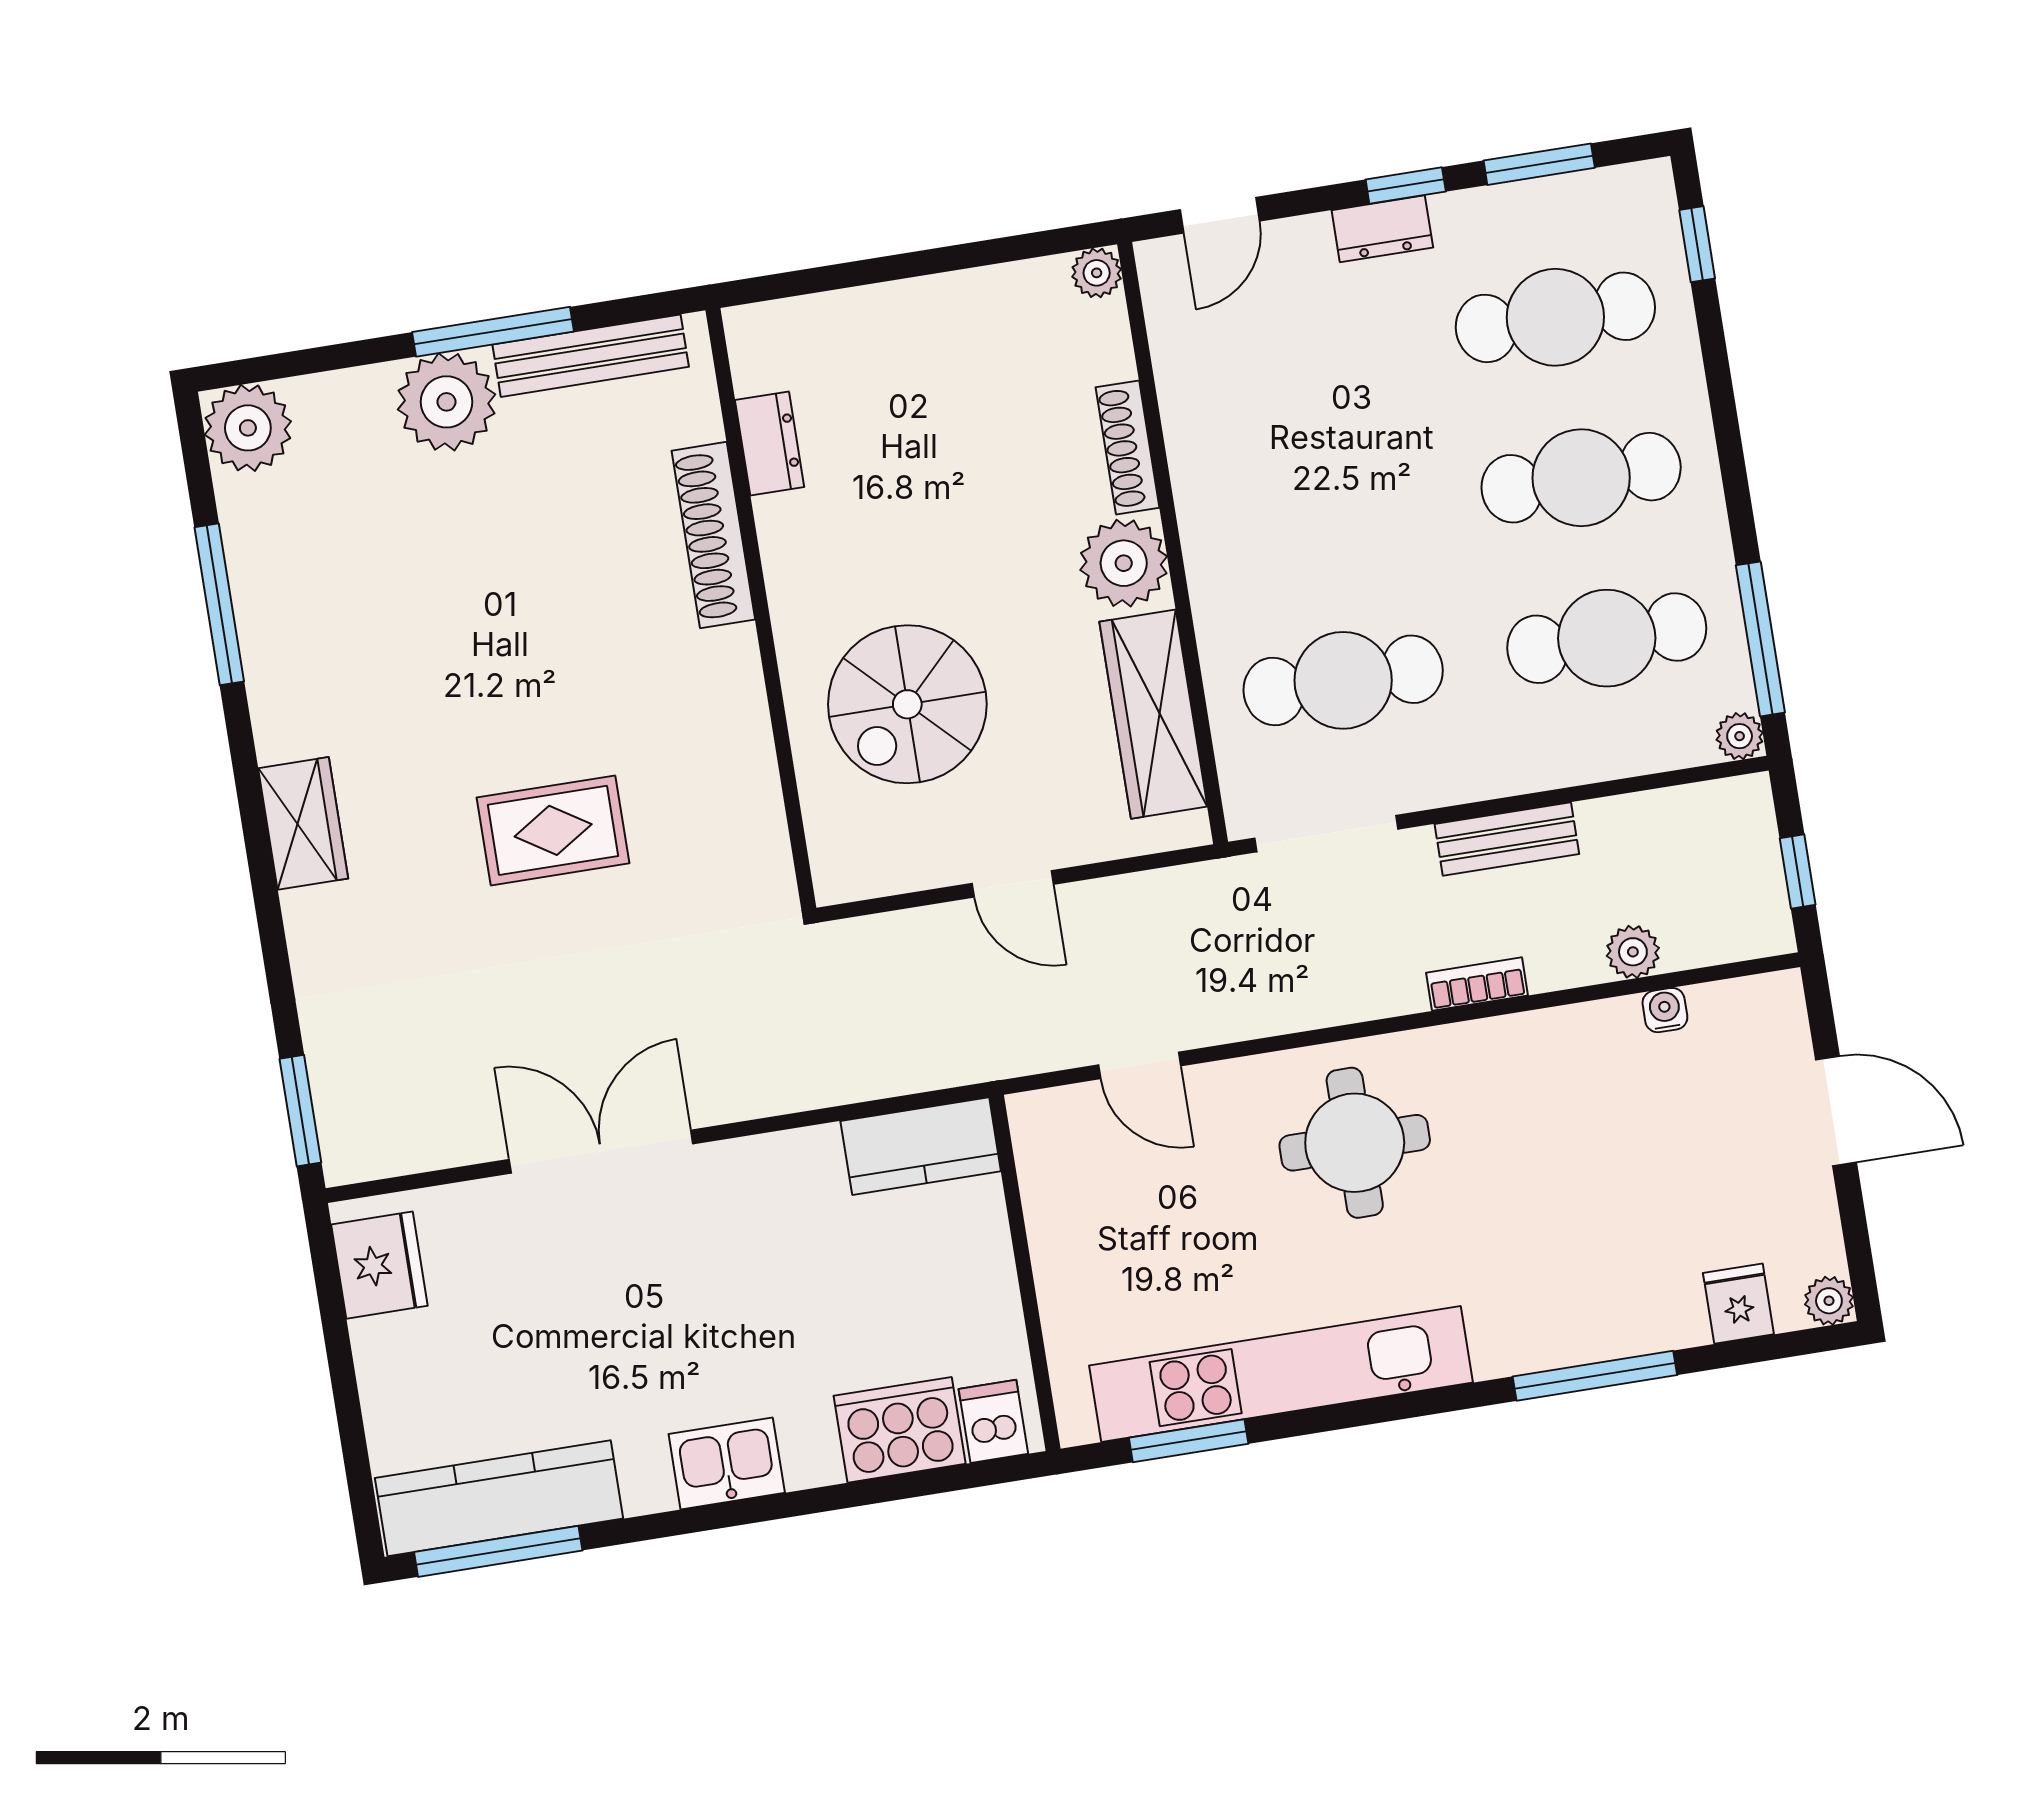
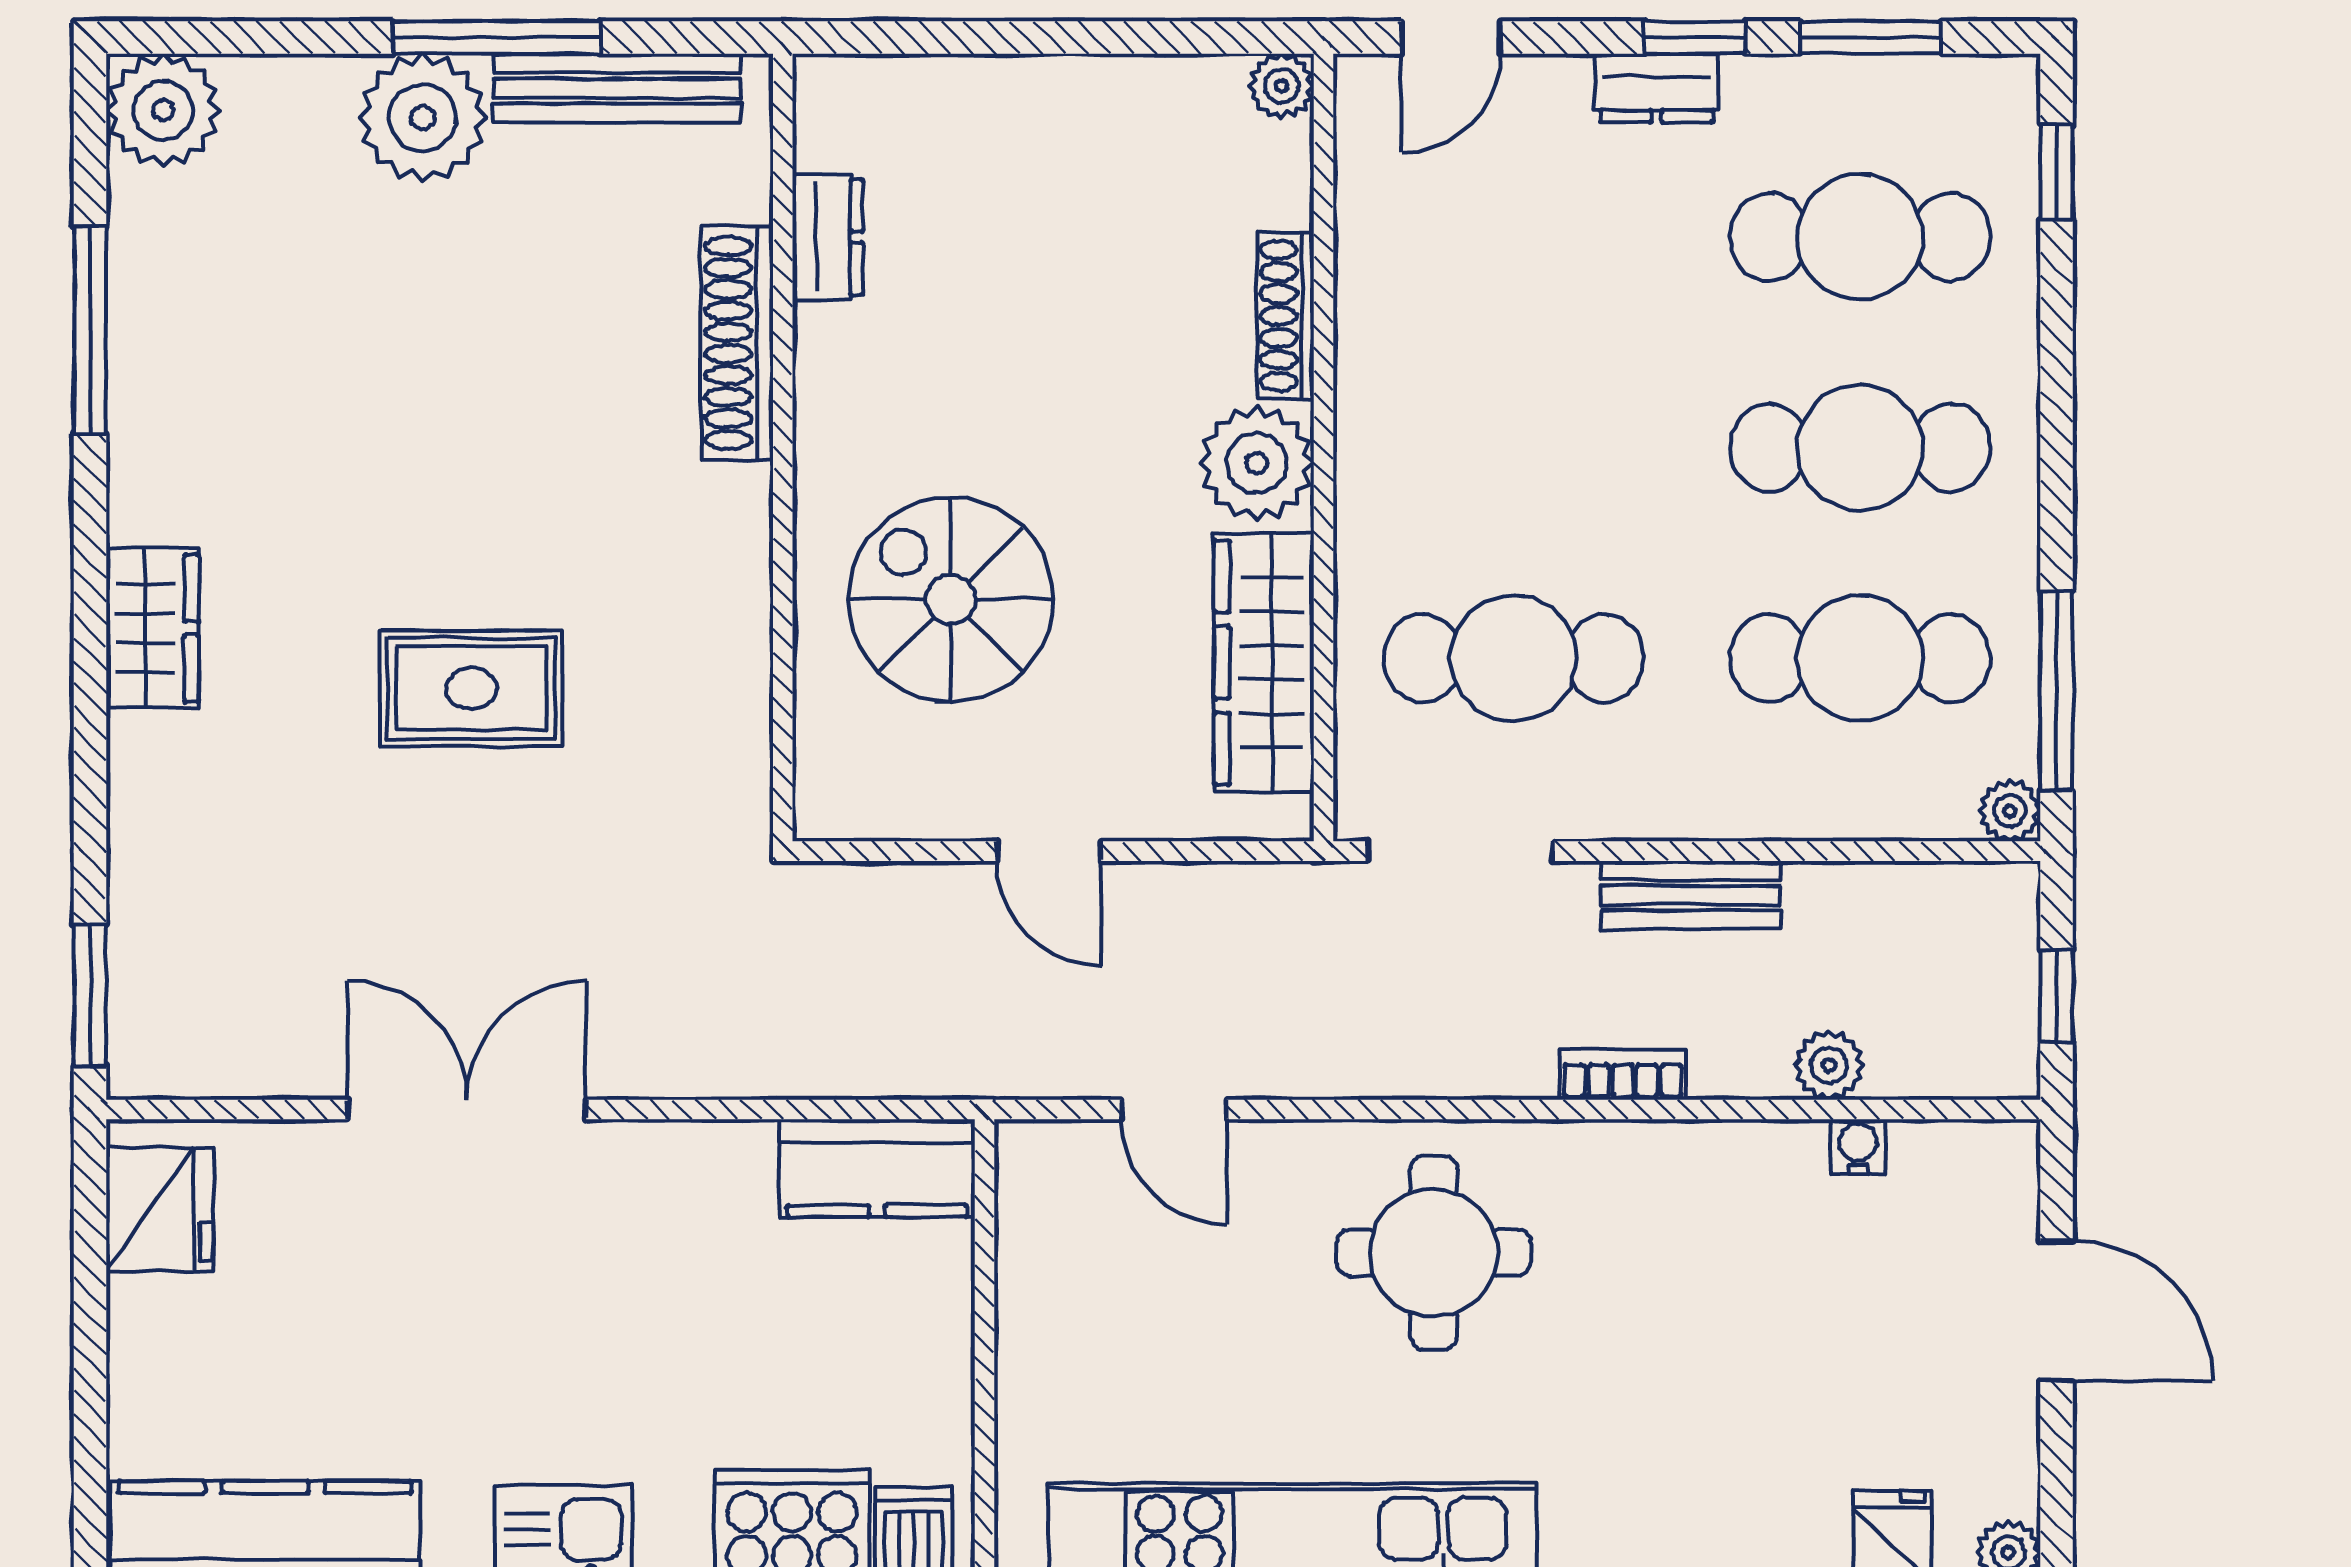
spiral stairs: (907, 704) -> (951, 599), turned 90

